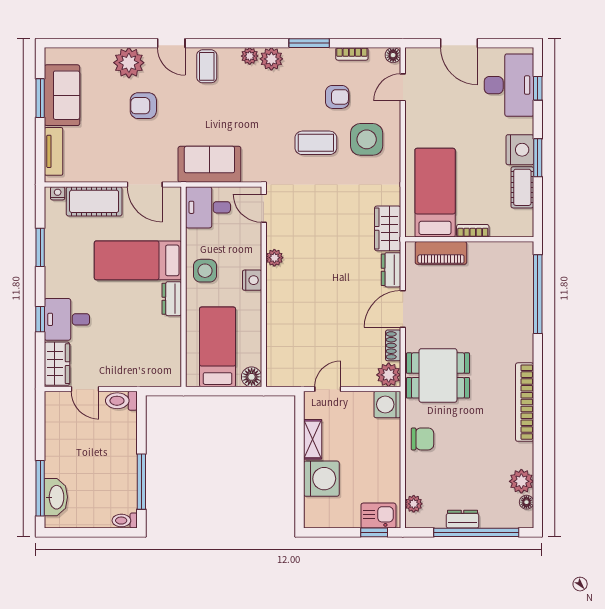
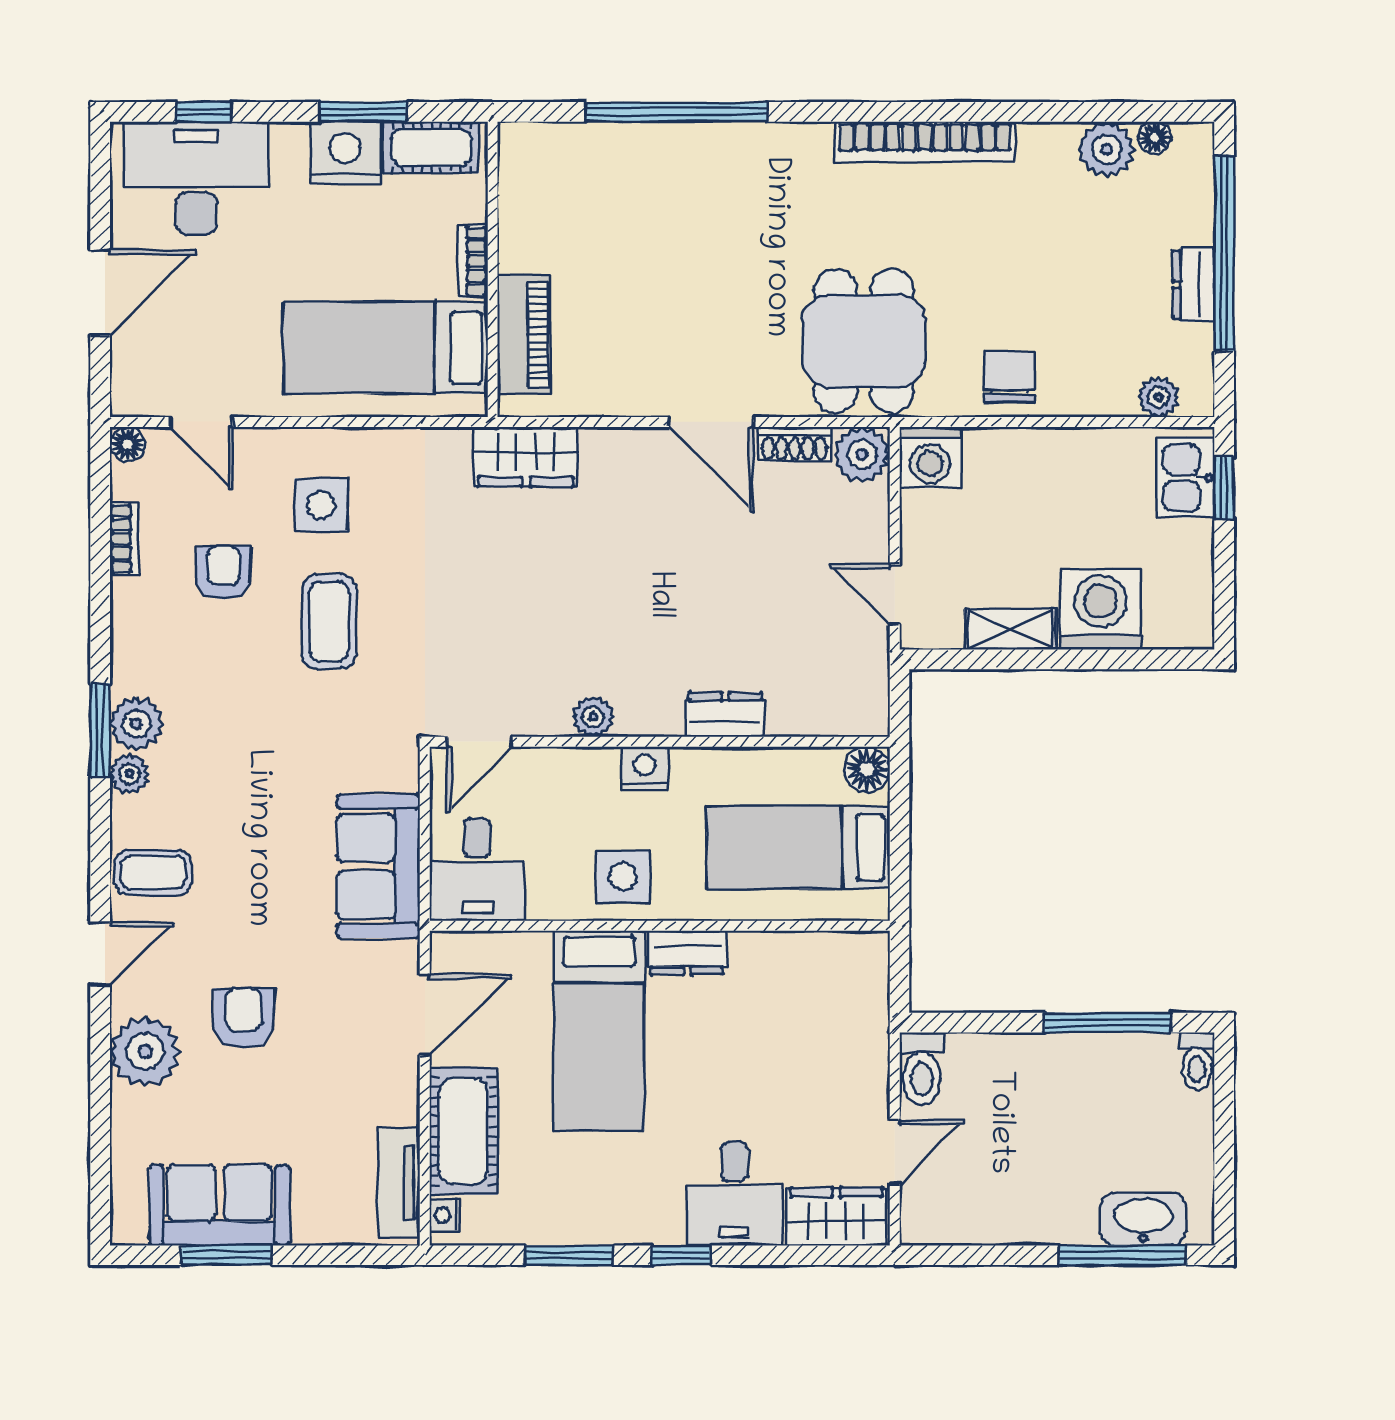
window: (309, 43) -> (100, 730), moved
armchair: (143, 106) -> (244, 1018), turned 180
side table: (367, 139) -> (321, 505), width x0.73, depth x0.73
tv unit: (54, 151) -> (399, 1183), moved, turned -90
bed: (435, 193) -> (386, 348), moved
bookcase: (473, 231) -> (473, 261), moved
wall: (469, 239) -> (493, 269), moved
piano: (441, 253) -> (524, 334), moved
dresser: (391, 270) -> (725, 715), moved, turned 180
window: (40, 319) -> (681, 1255), moved

